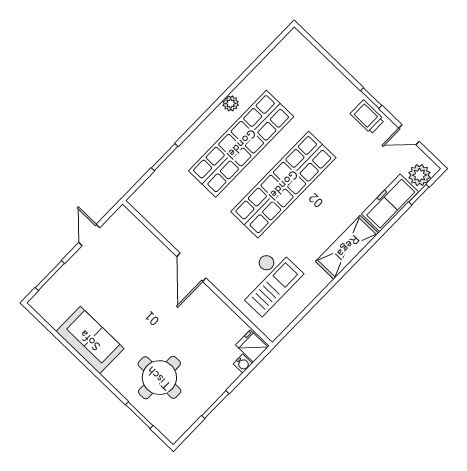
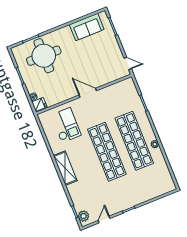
trolley: (367, 117) -> (121, 204), removed
freezer: (390, 203) -> (77, 197), removed
door: (89, 235) -> (128, 63), moved
checkout: (268, 281) -> (66, 125), turned 180
sofa: (90, 340) -> (87, 27), moved
round table: (159, 378) -> (44, 56), width x1.36, depth x1.36

